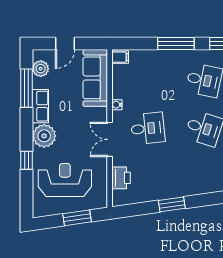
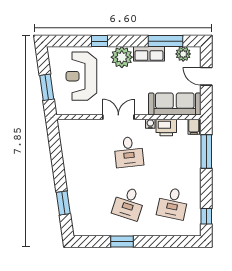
window: (176, 43) -> (206, 151), moved
printer: (121, 178) -> (166, 127), moved
reception desk: (65, 180) -> (81, 76), turned 180
window: (172, 204) -> (63, 203), moved

